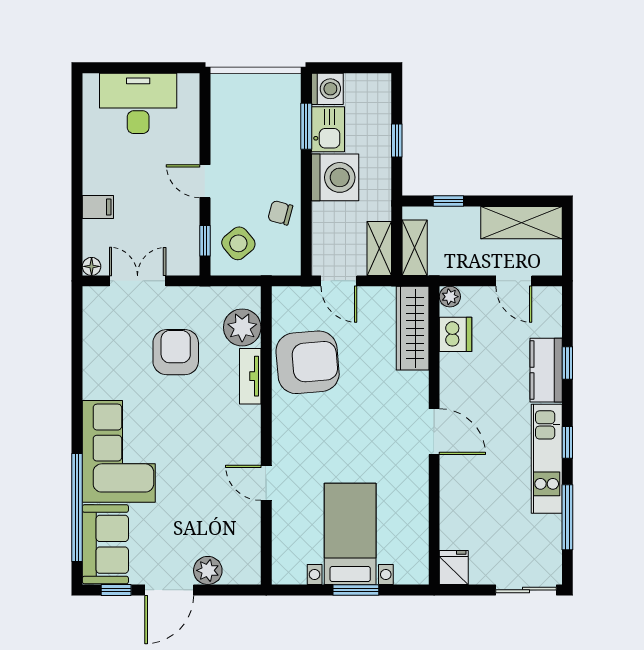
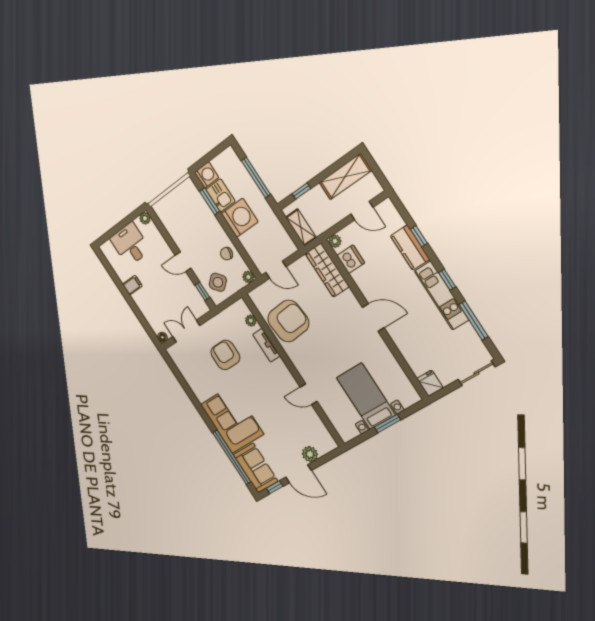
plant: (189, 83) -> (145, 218), added
desk: (138, 103) -> (130, 244), width x0.73
window: (397, 140) -> (256, 177), width x2.17
filing cabinet: (98, 207) -> (132, 285), moved
shelving: (379, 248) -> (284, 240), removed
plant: (291, 265) -> (248, 277), added
plant: (242, 327) -> (251, 321), width x0.53, depth x0.53
door: (169, 590) -> (298, 474), hinge flipped

